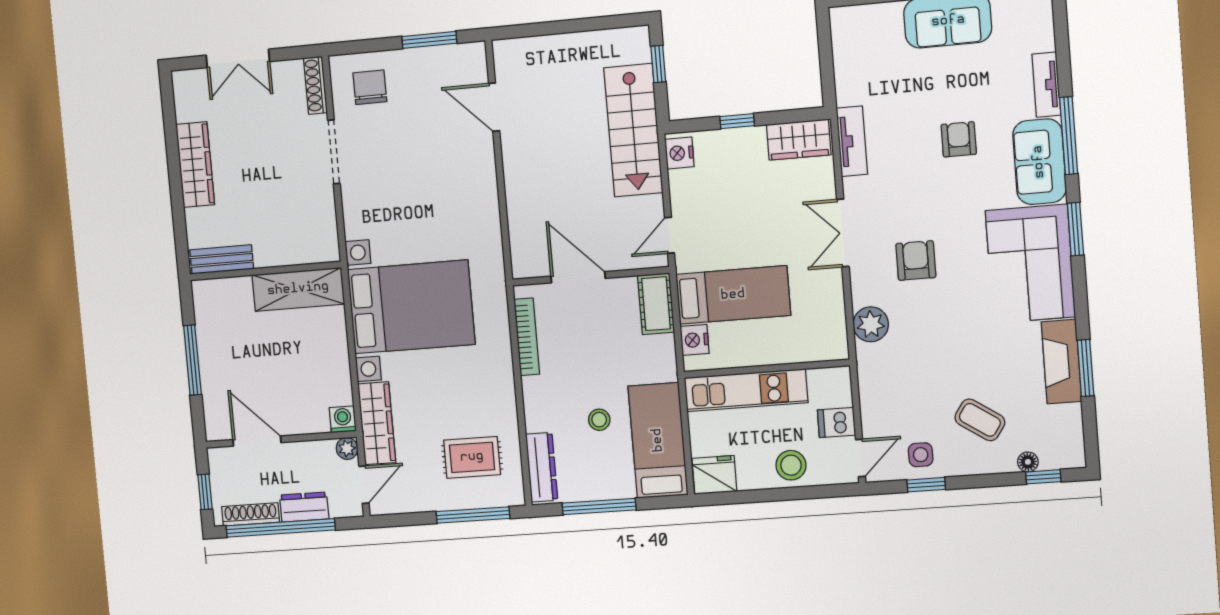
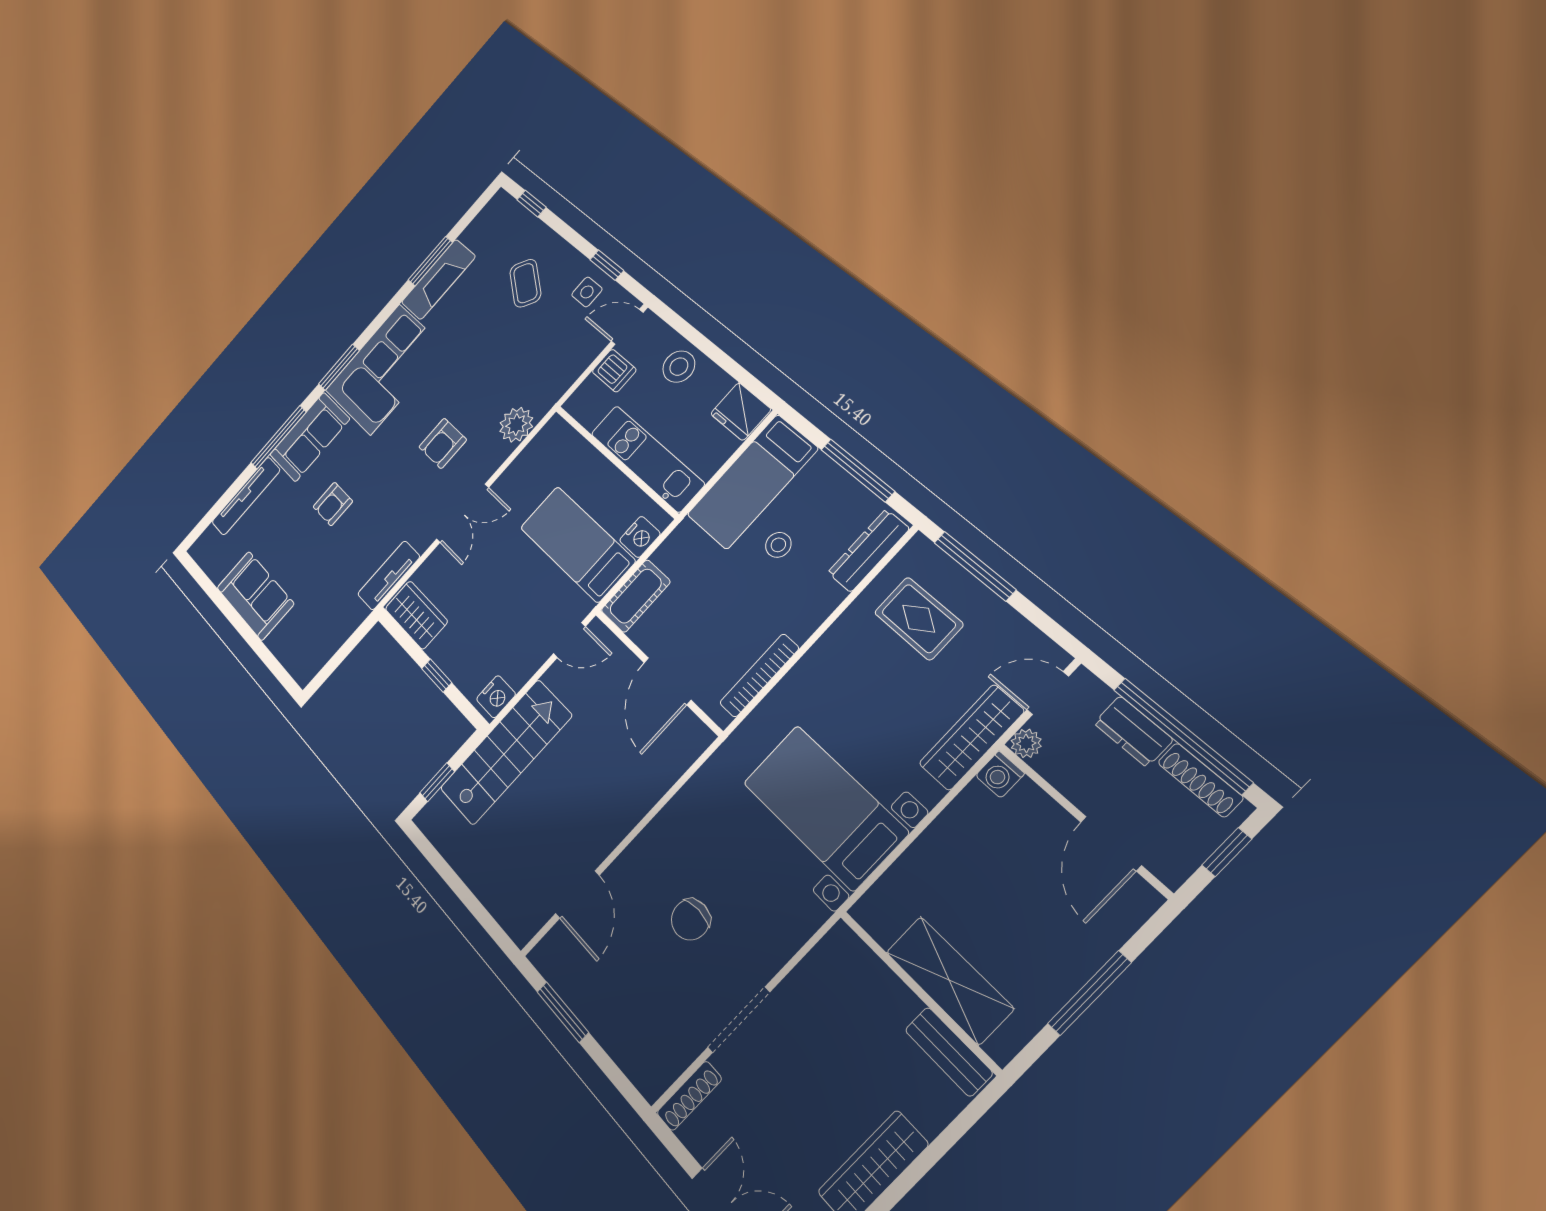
tv unit: (1046, 85) -> (246, 496), width x1.41
chair: (370, 87) -> (691, 920), moved
shelving: (298, 289) -> (949, 980), moved
bed with nightstands: (411, 307) -> (825, 807), width x0.73
floor lamp: (1028, 462) -> (529, 224), removed

